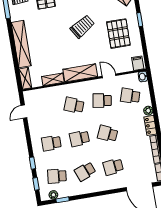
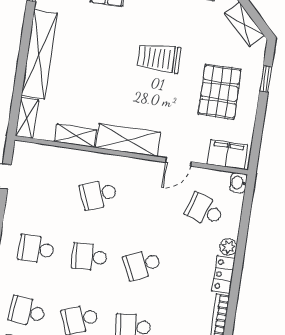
trolley: (82, 26) -> (159, 58), turned -149
filing cabinet: (138, 63) -> (228, 154), width x2.00
door: (109, 76) -> (178, 162), swing flipped
school desk: (102, 101) -> (152, 202), removed
school desk: (74, 105) -> (98, 194), turned -42
school desk: (108, 134) -> (142, 265), turned -48

